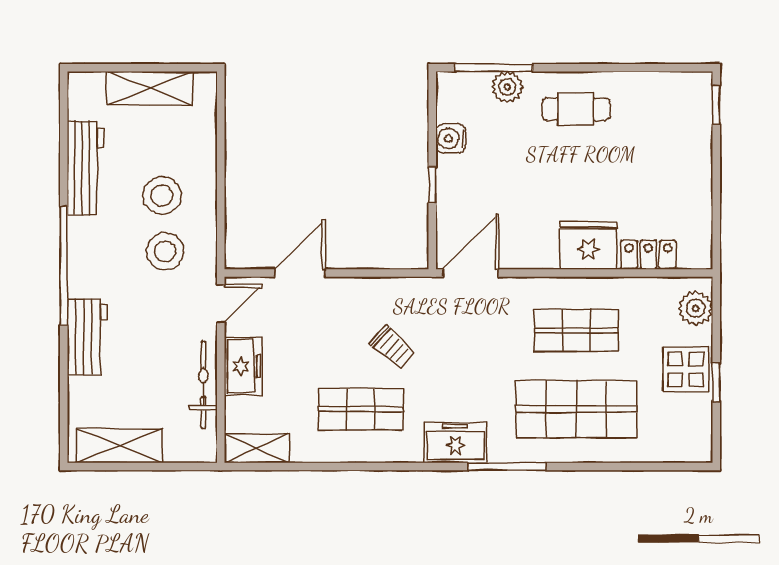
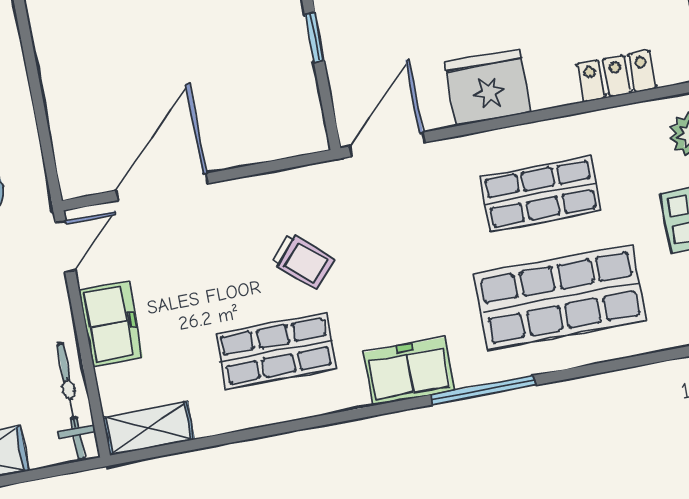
fridge: (588, 245) -> (488, 87), moved
door: (300, 273) -> (162, 187), width x1.36
bicycle: (203, 385) -> (71, 401), moved

